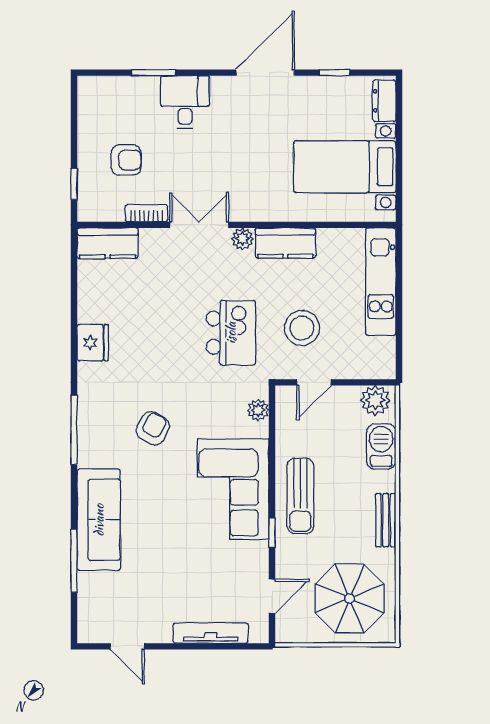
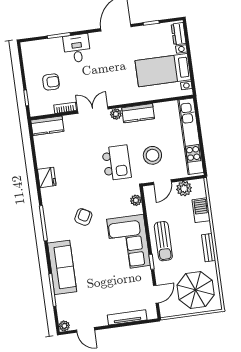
kitchen unit: (381, 282) -> (191, 136), width x1.36
plant: (375, 400) -> (184, 189), moved
plant: (87, 633) -> (64, 326), added

